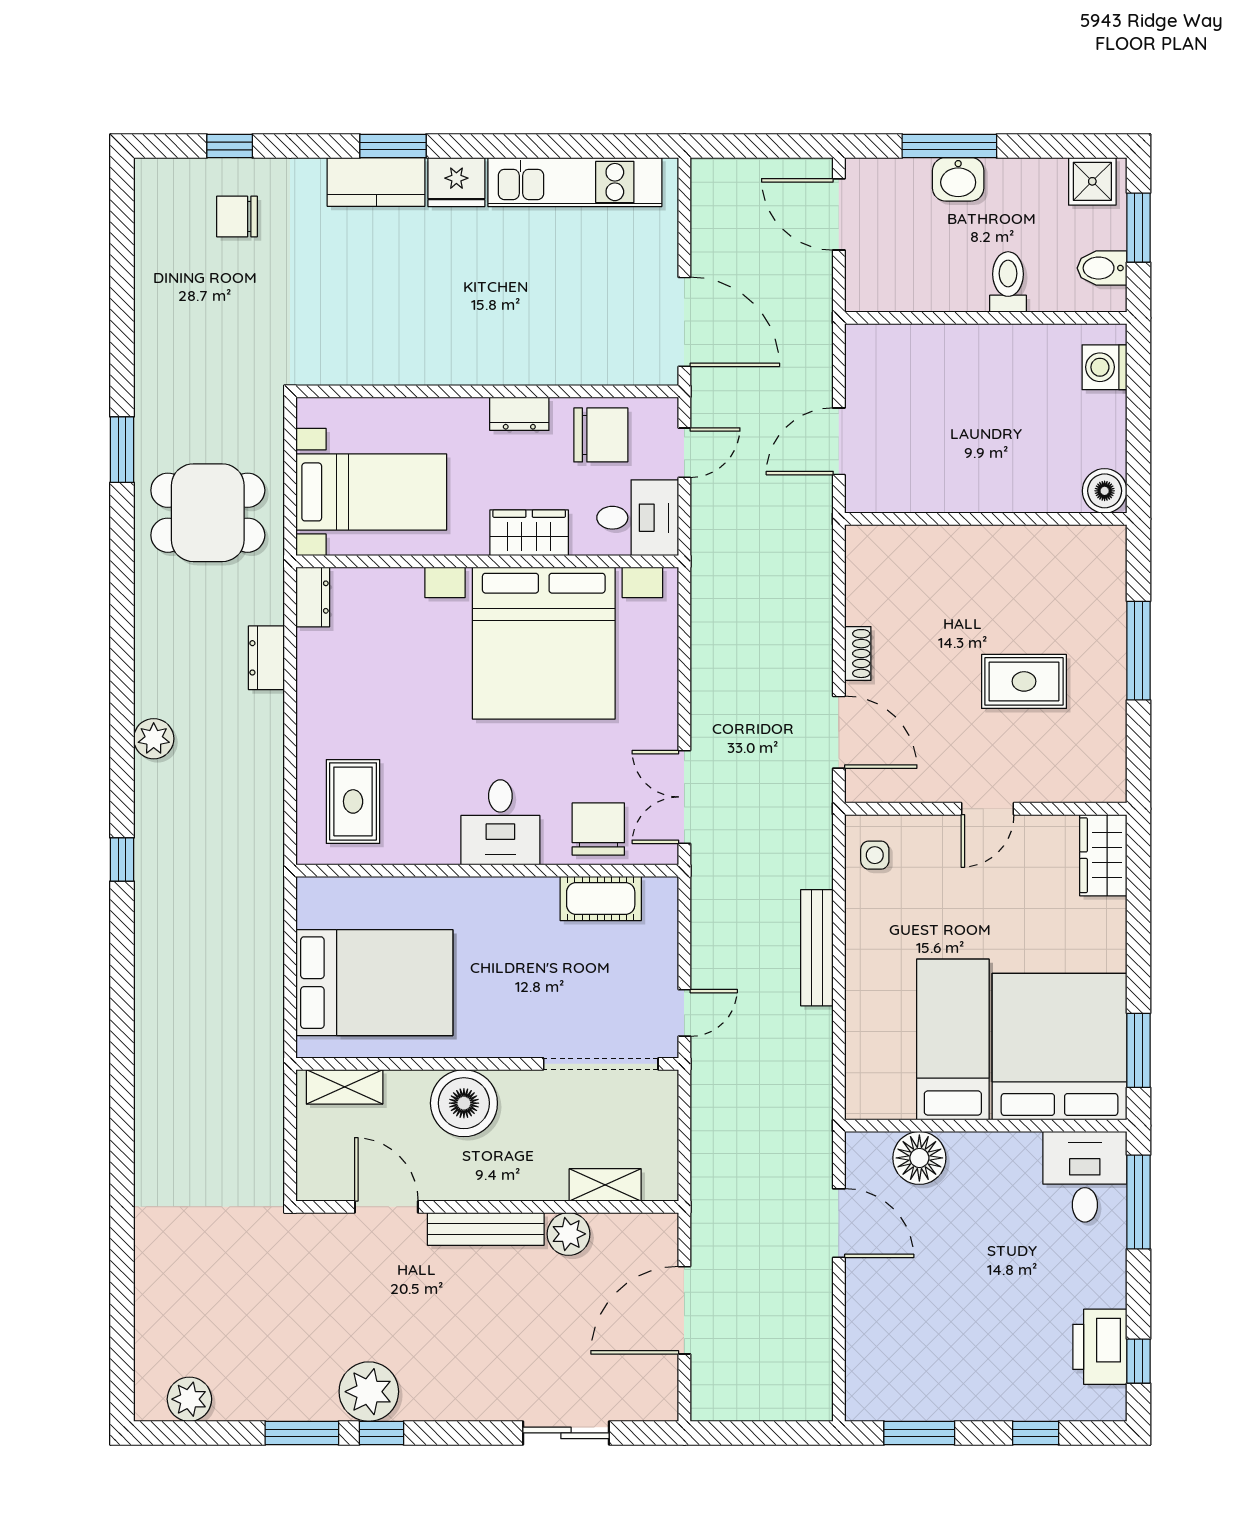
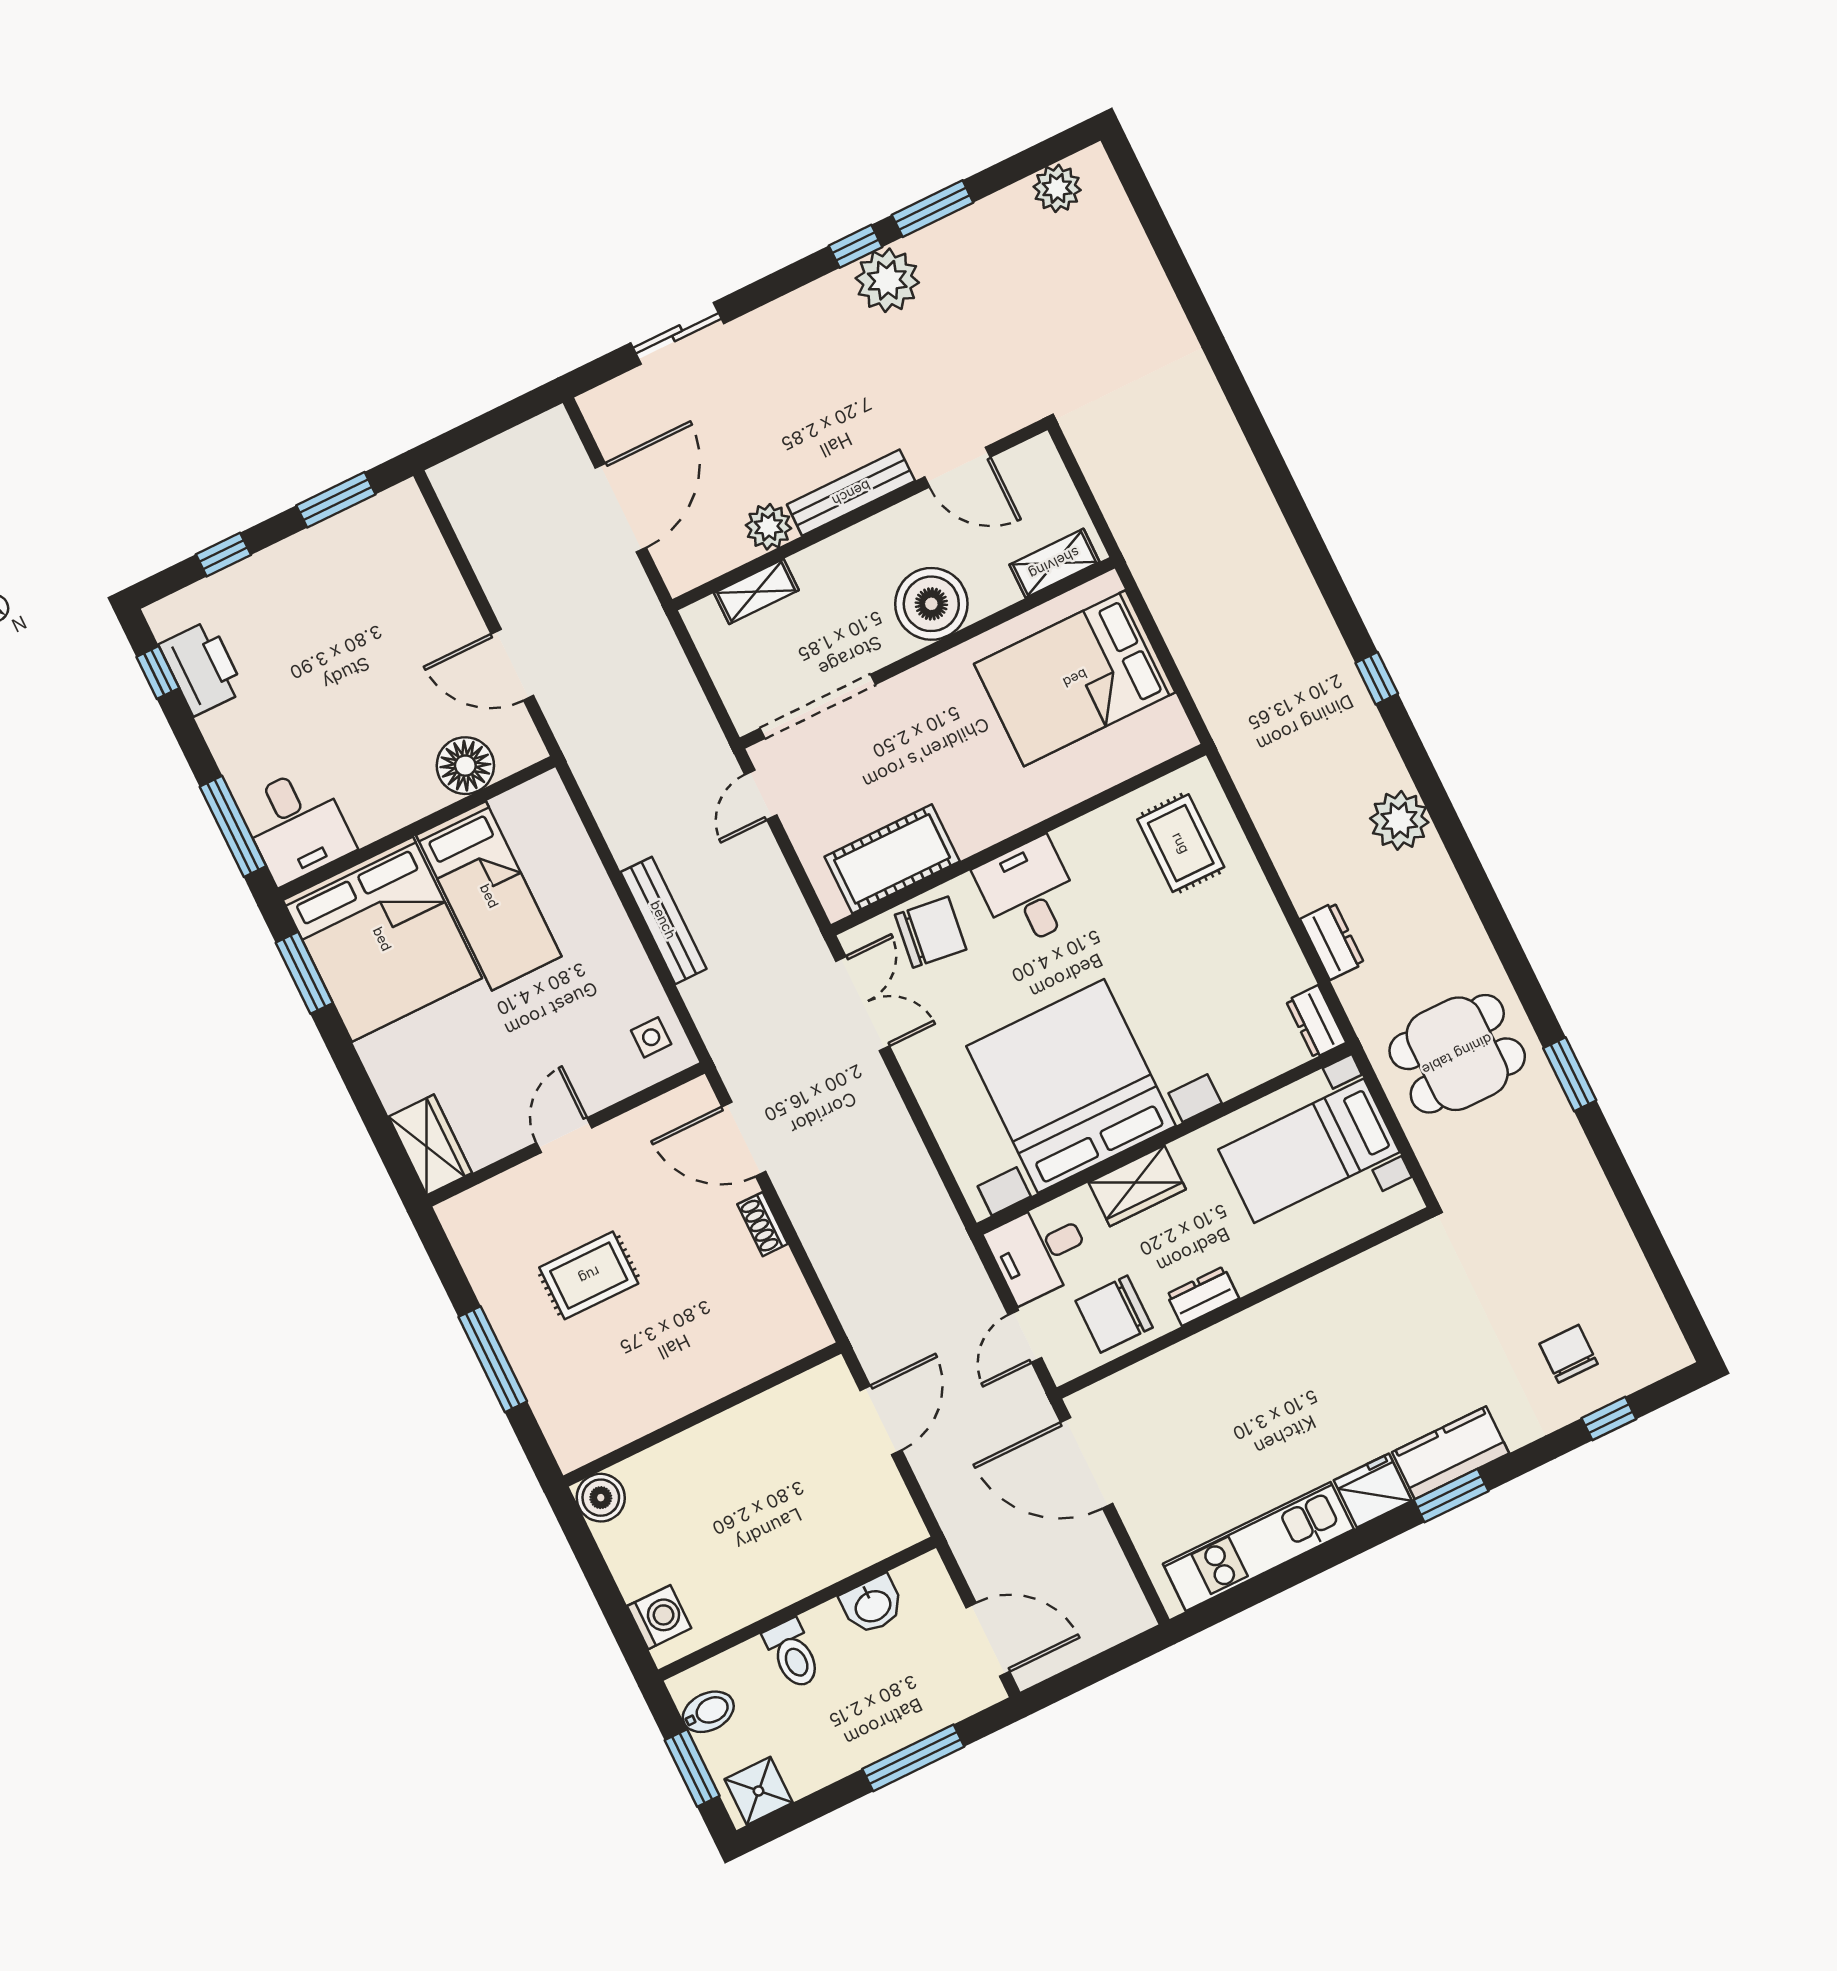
washbasin: (958, 179) -> (872, 1605), moved, turned 180
chair: (237, 217) -> (1569, 1354), turned -90
plant: (154, 739) -> (1399, 820), width x1.36, depth x1.36
chair: (598, 829) -> (931, 932), turned -83
cot: (601, 898) -> (892, 859), width x1.37, depth x1.34

